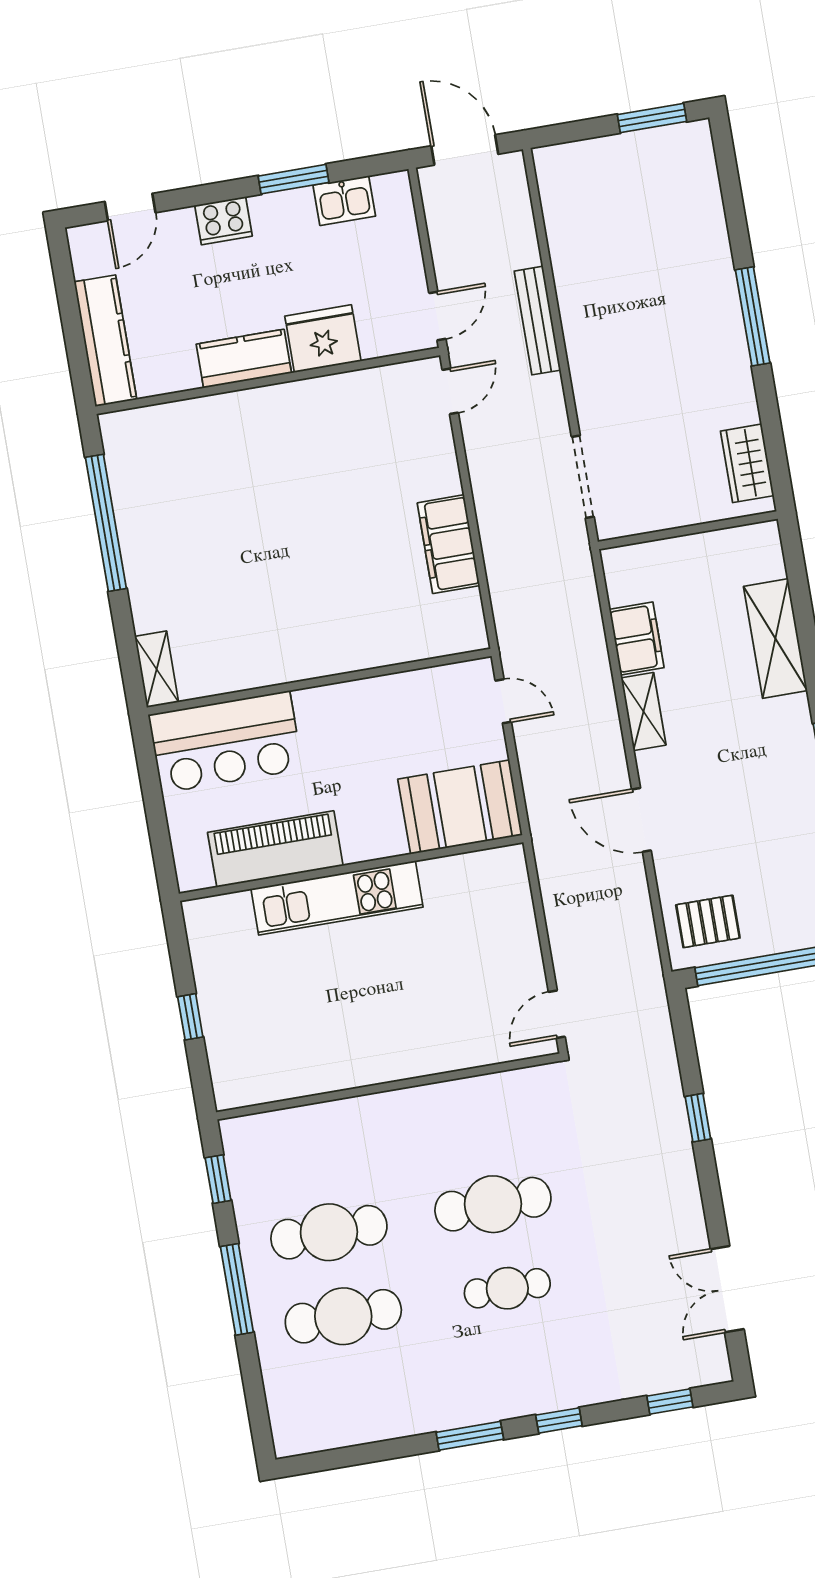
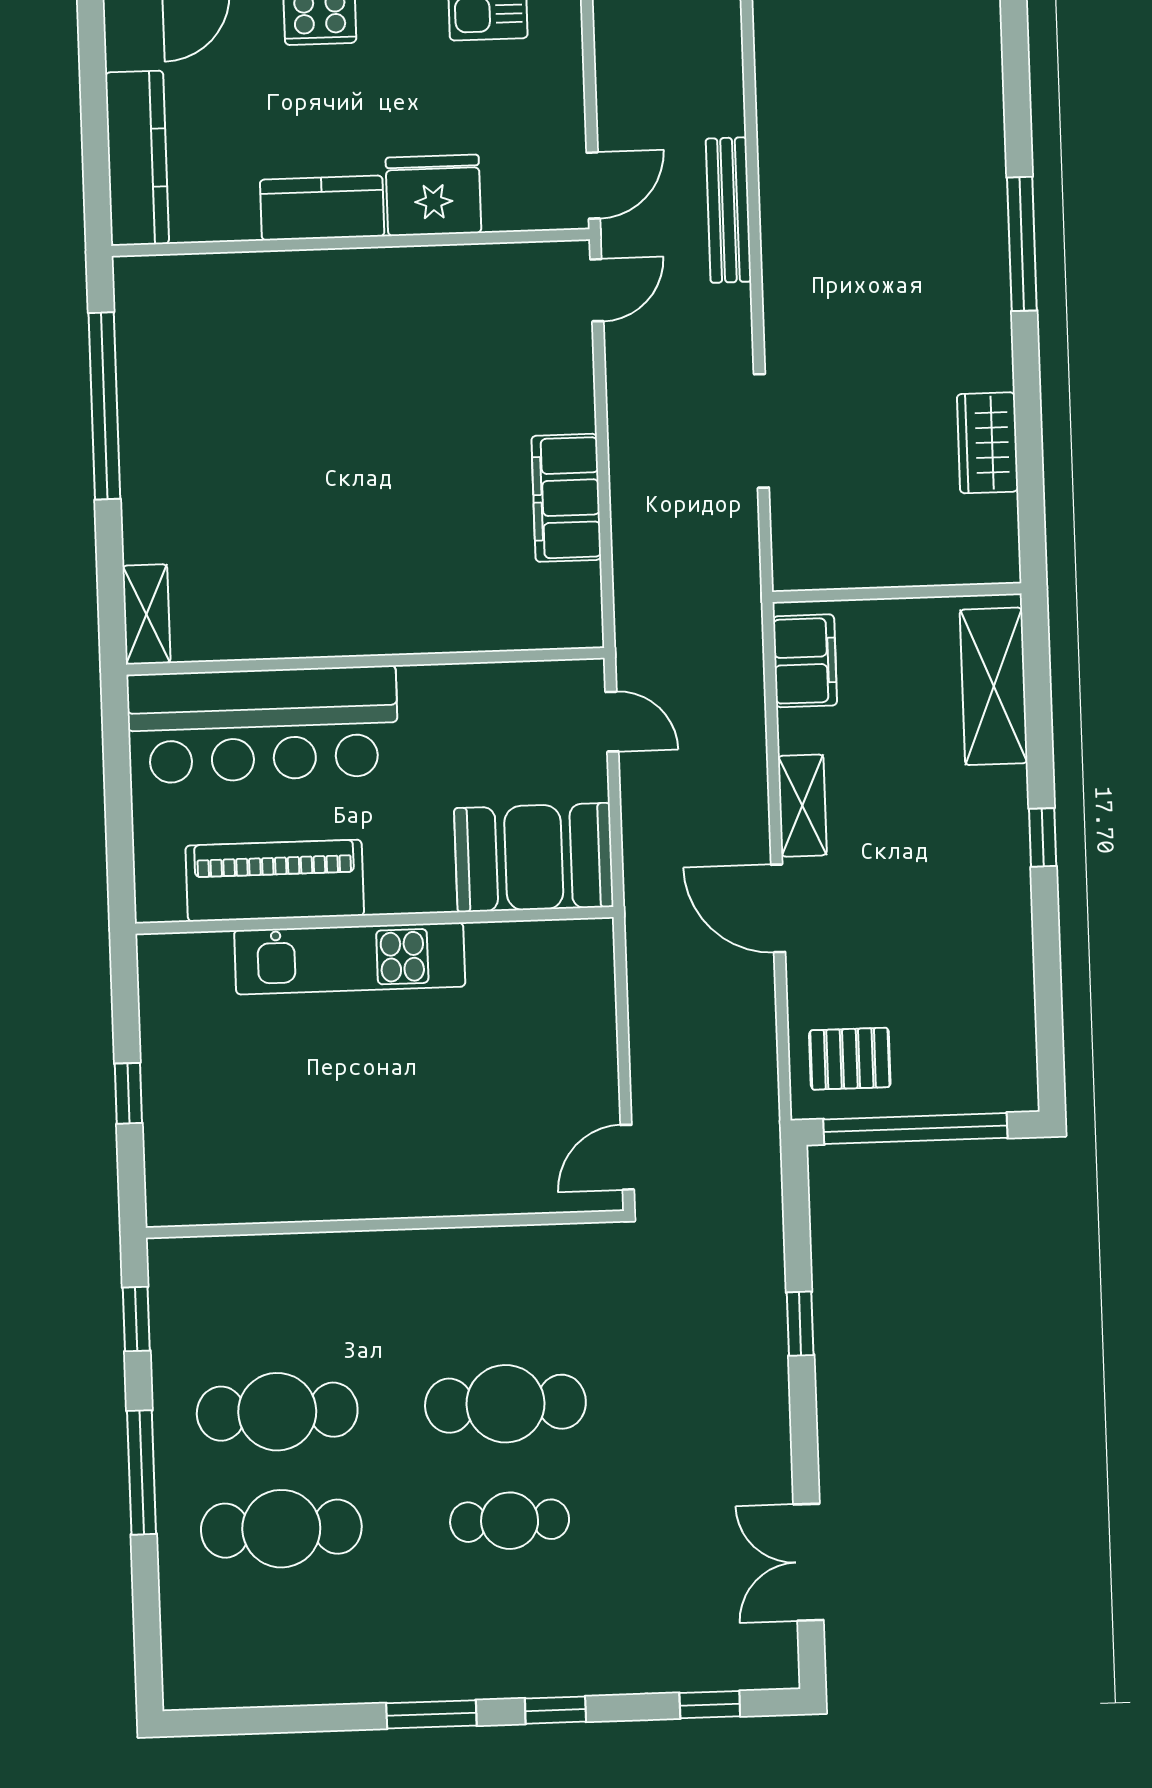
wall: (688, 530) -> (897, 593), moved
shelving: (643, 712) -> (802, 806), moved
bar counter: (226, 742) -> (263, 725), width x1.36

